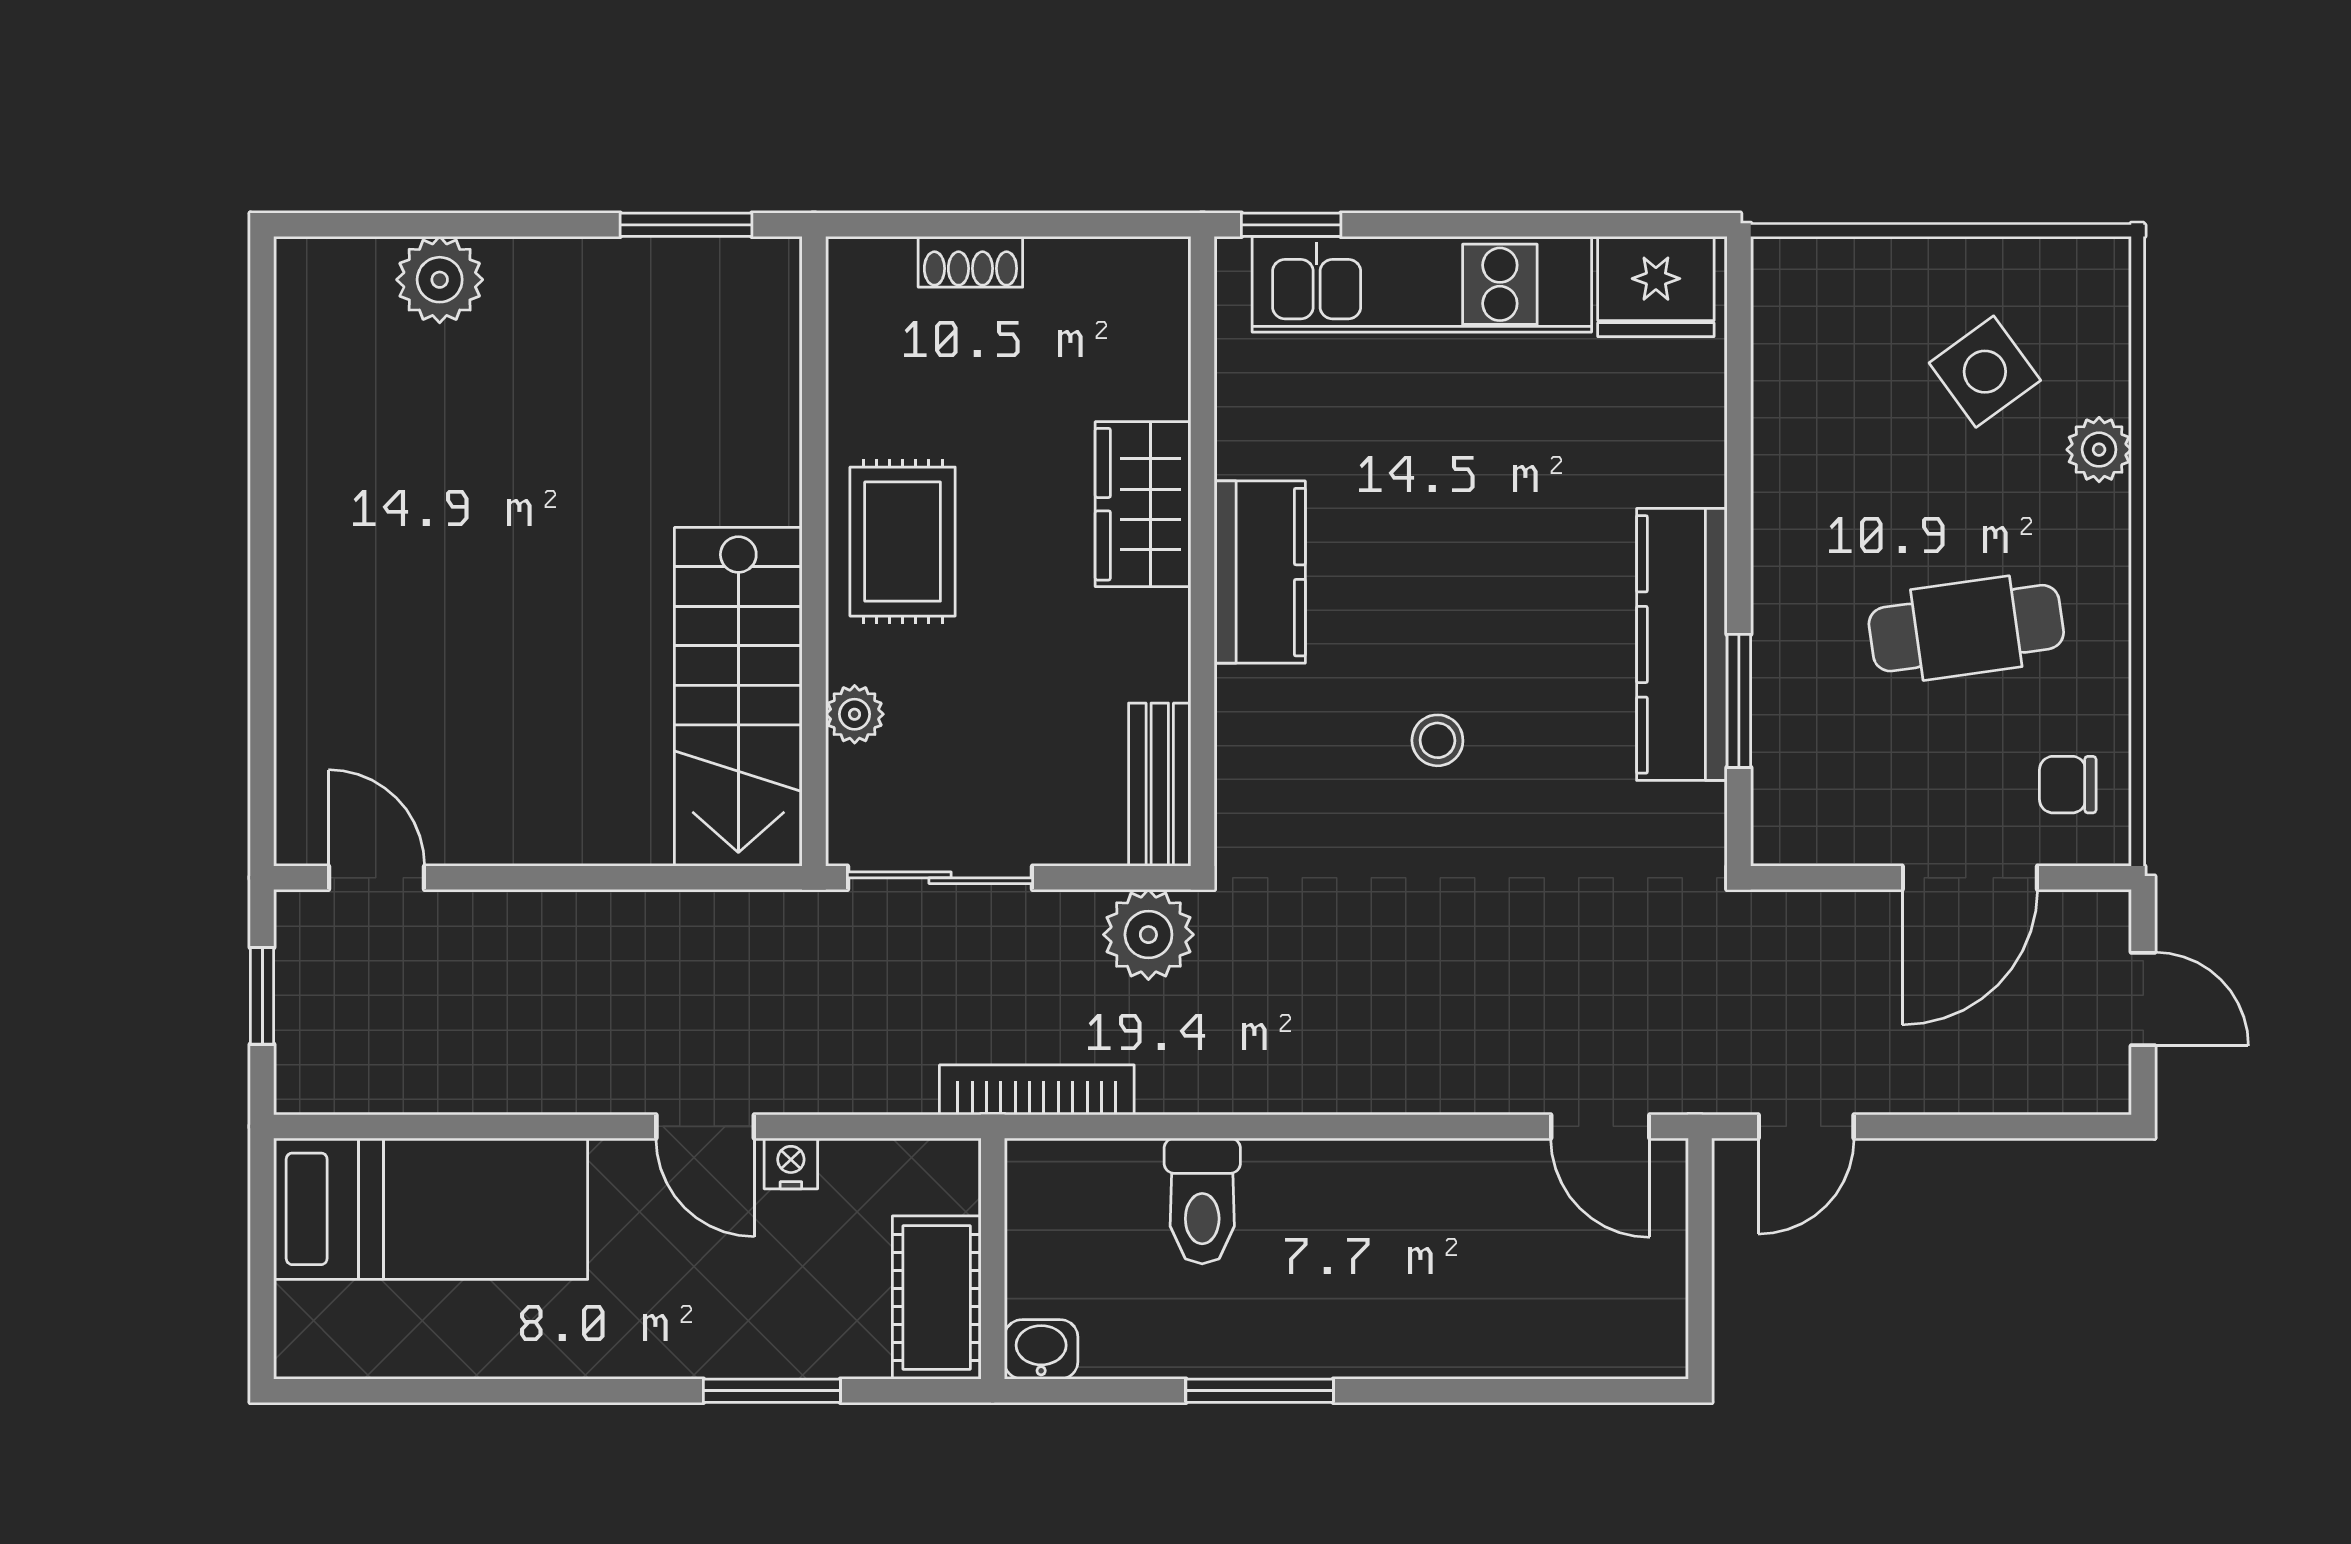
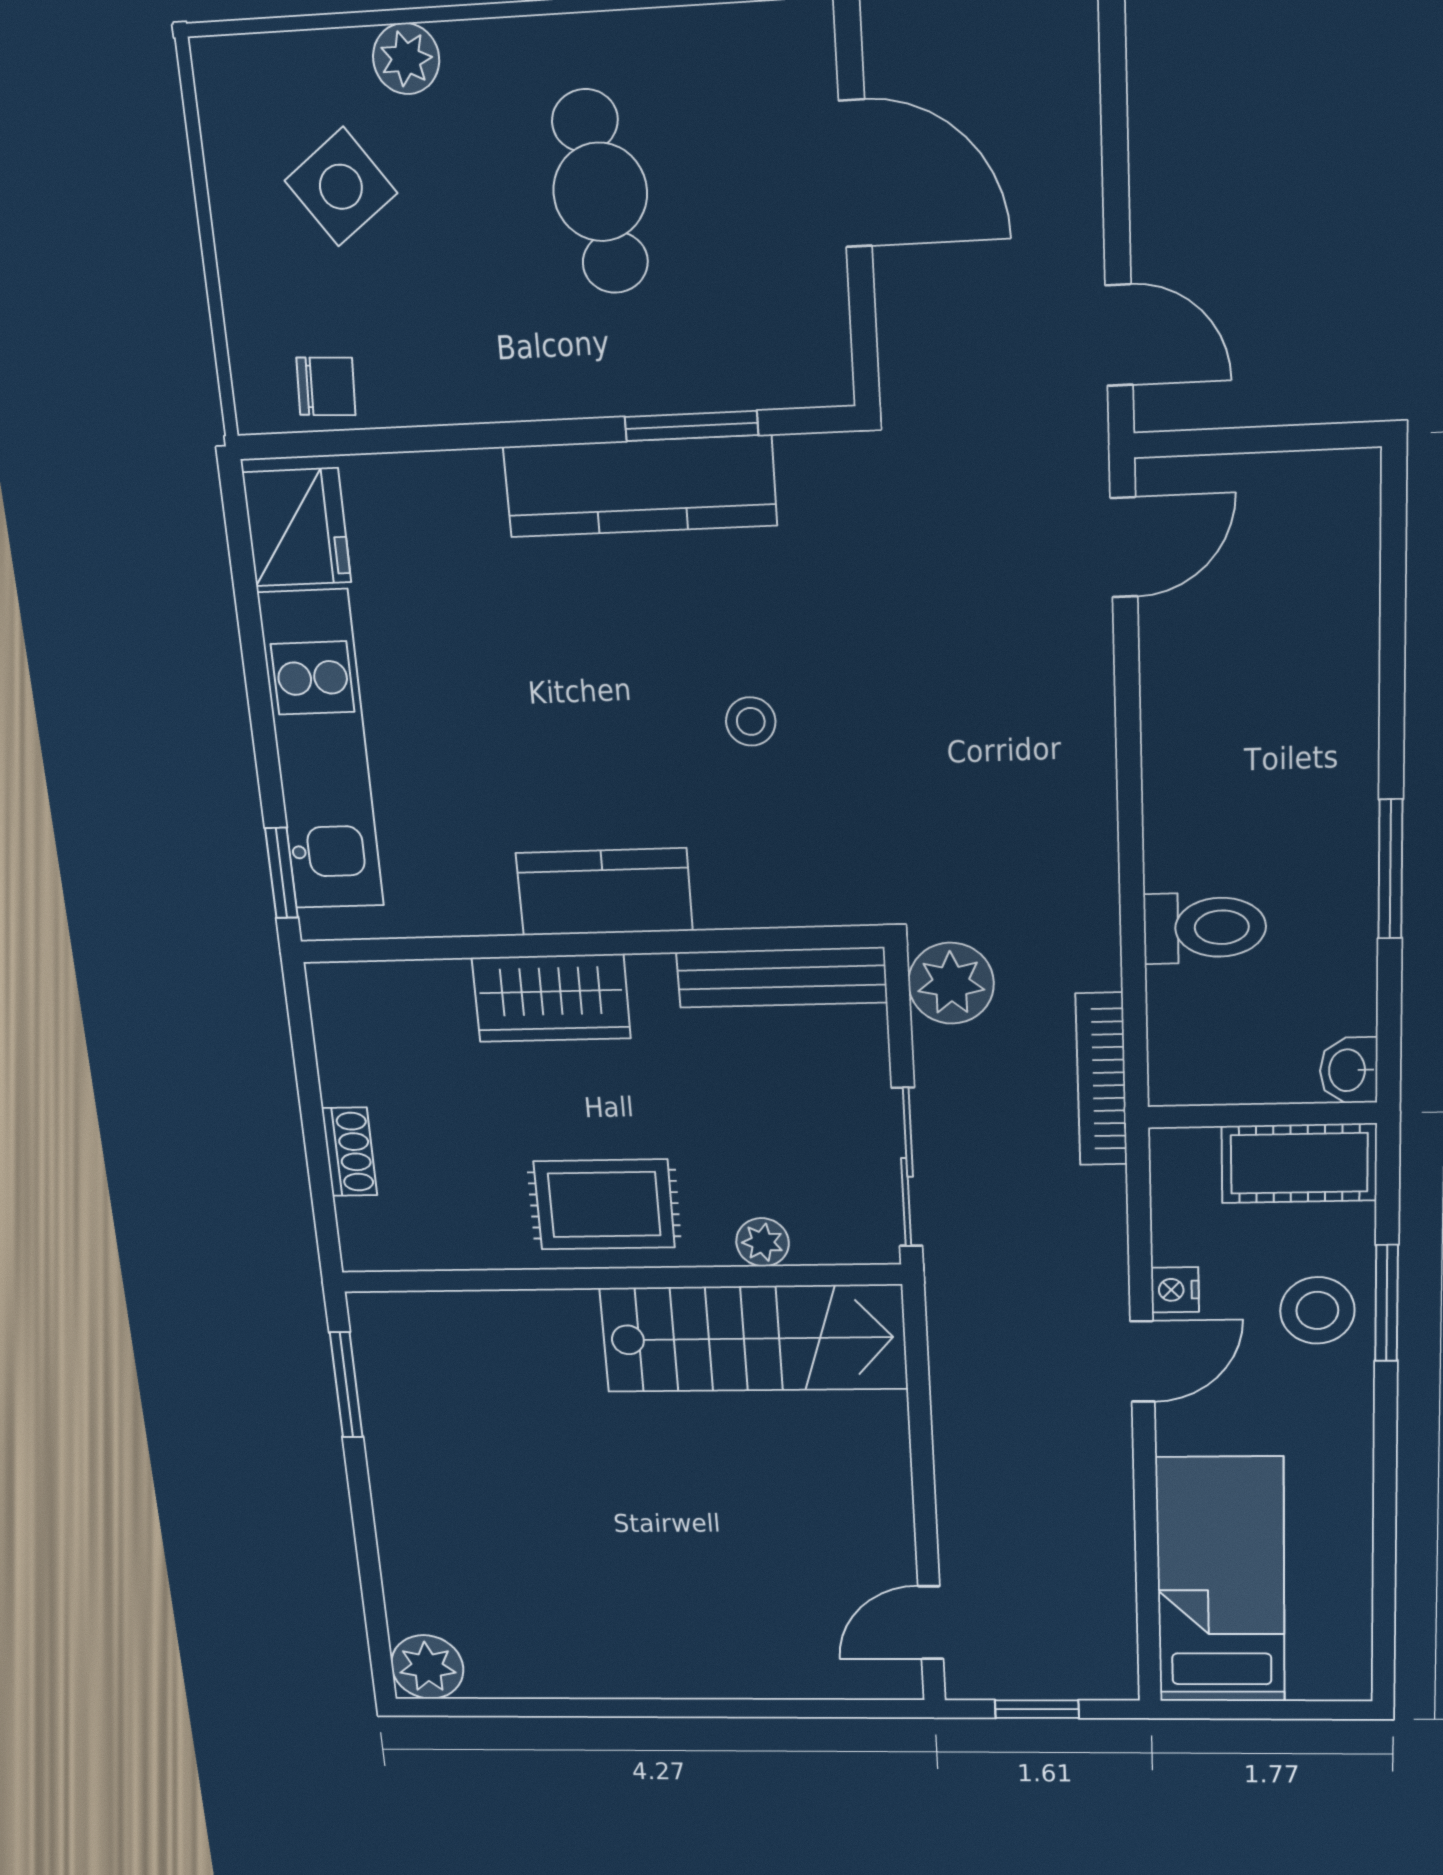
plant: (440, 280) -> (427, 1667), moved
bench: (1160, 785) -> (782, 977), width x1.36
chair: (2068, 785) -> (326, 386), moved, turned -87
stool: (764, 1317) -> (1317, 1310), added

